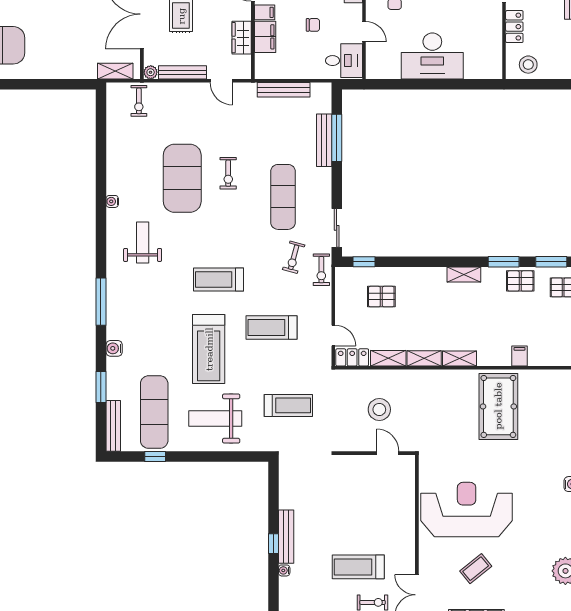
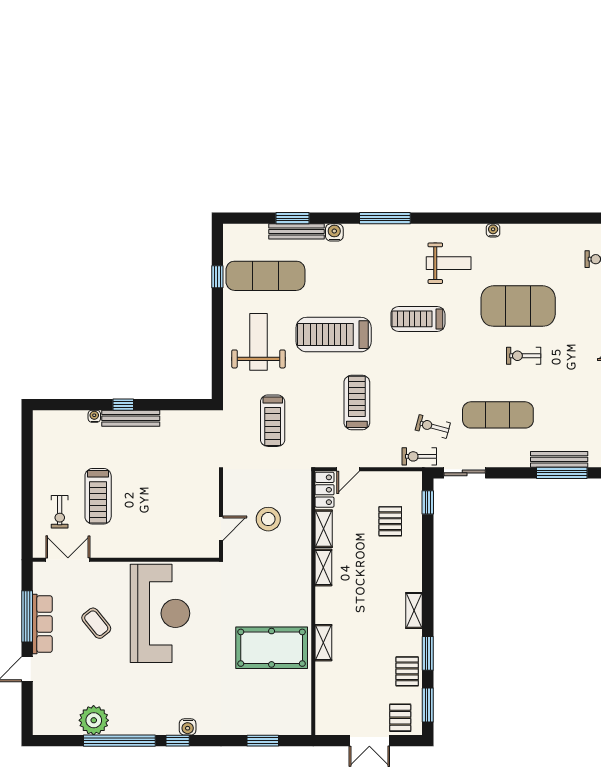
treadmill: (219, 279) -> (418, 319), moved, turned -90
filing cabinet: (519, 356) -> (326, 671), removed
shelving: (459, 358) -> (323, 643), moved
bench: (113, 426) -> (296, 231), moved
treadmill: (358, 567) -> (98, 496), turned 180

